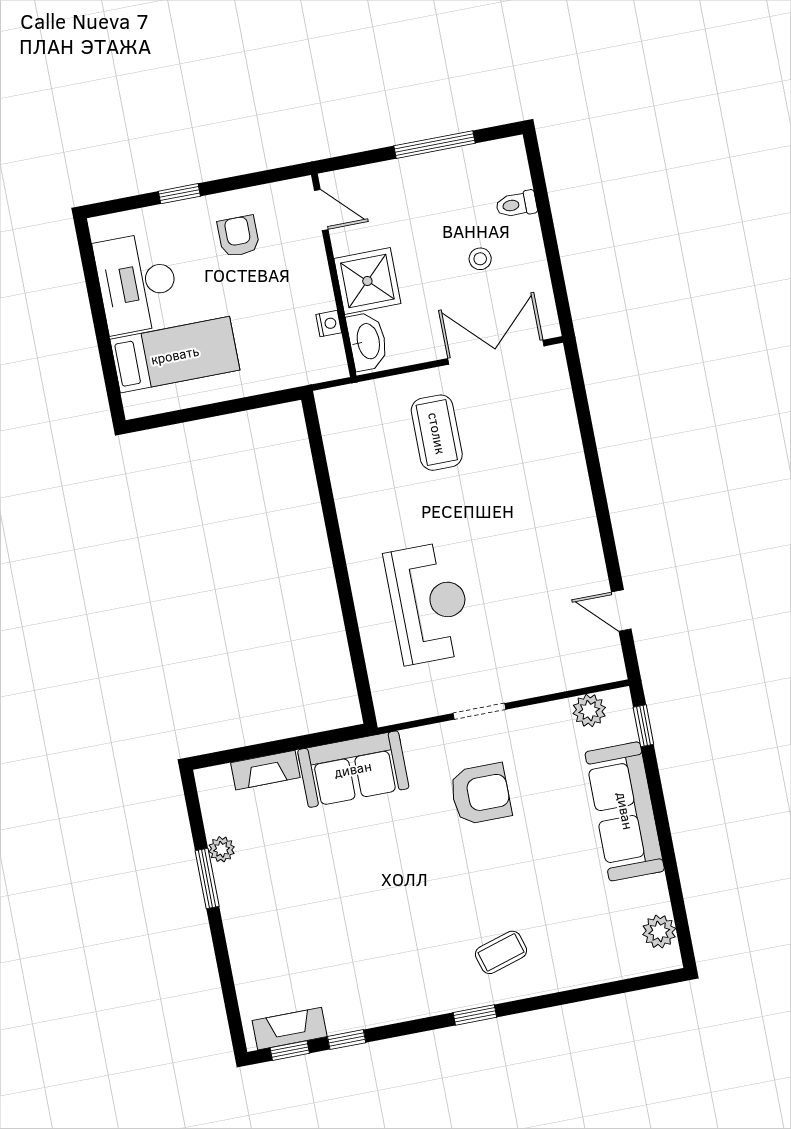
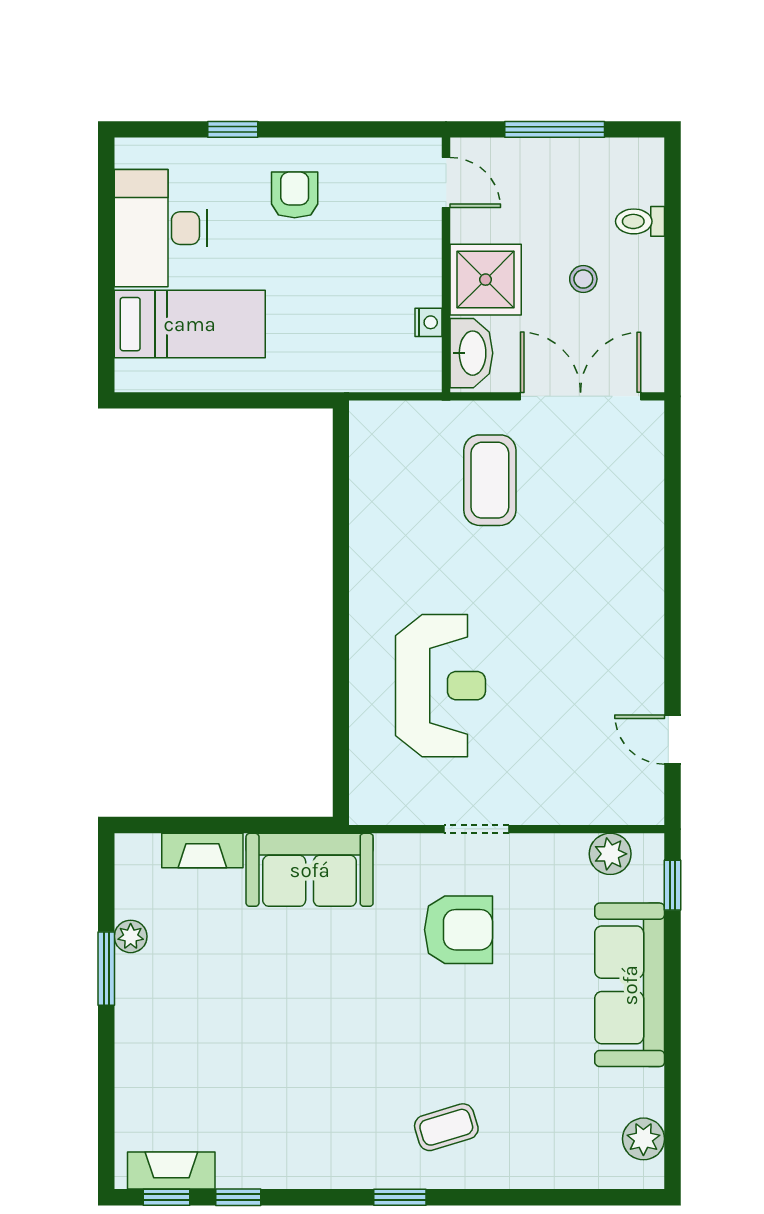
door: (321, 210) -> (446, 182), moved
wall: (334, 275) -> (446, 265), moved
shower: (367, 281) -> (486, 280), moved
nightstand: (329, 324) -> (428, 322), moved
washbasin: (367, 341) -> (471, 353), moved

